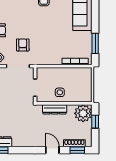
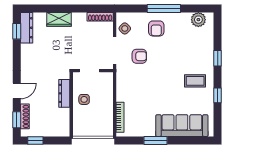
window: (95, 43) -> (155, 140), moved
plant: (83, 113) -> (60, 127), removed
window: (95, 122) -> (35, 140), moved

